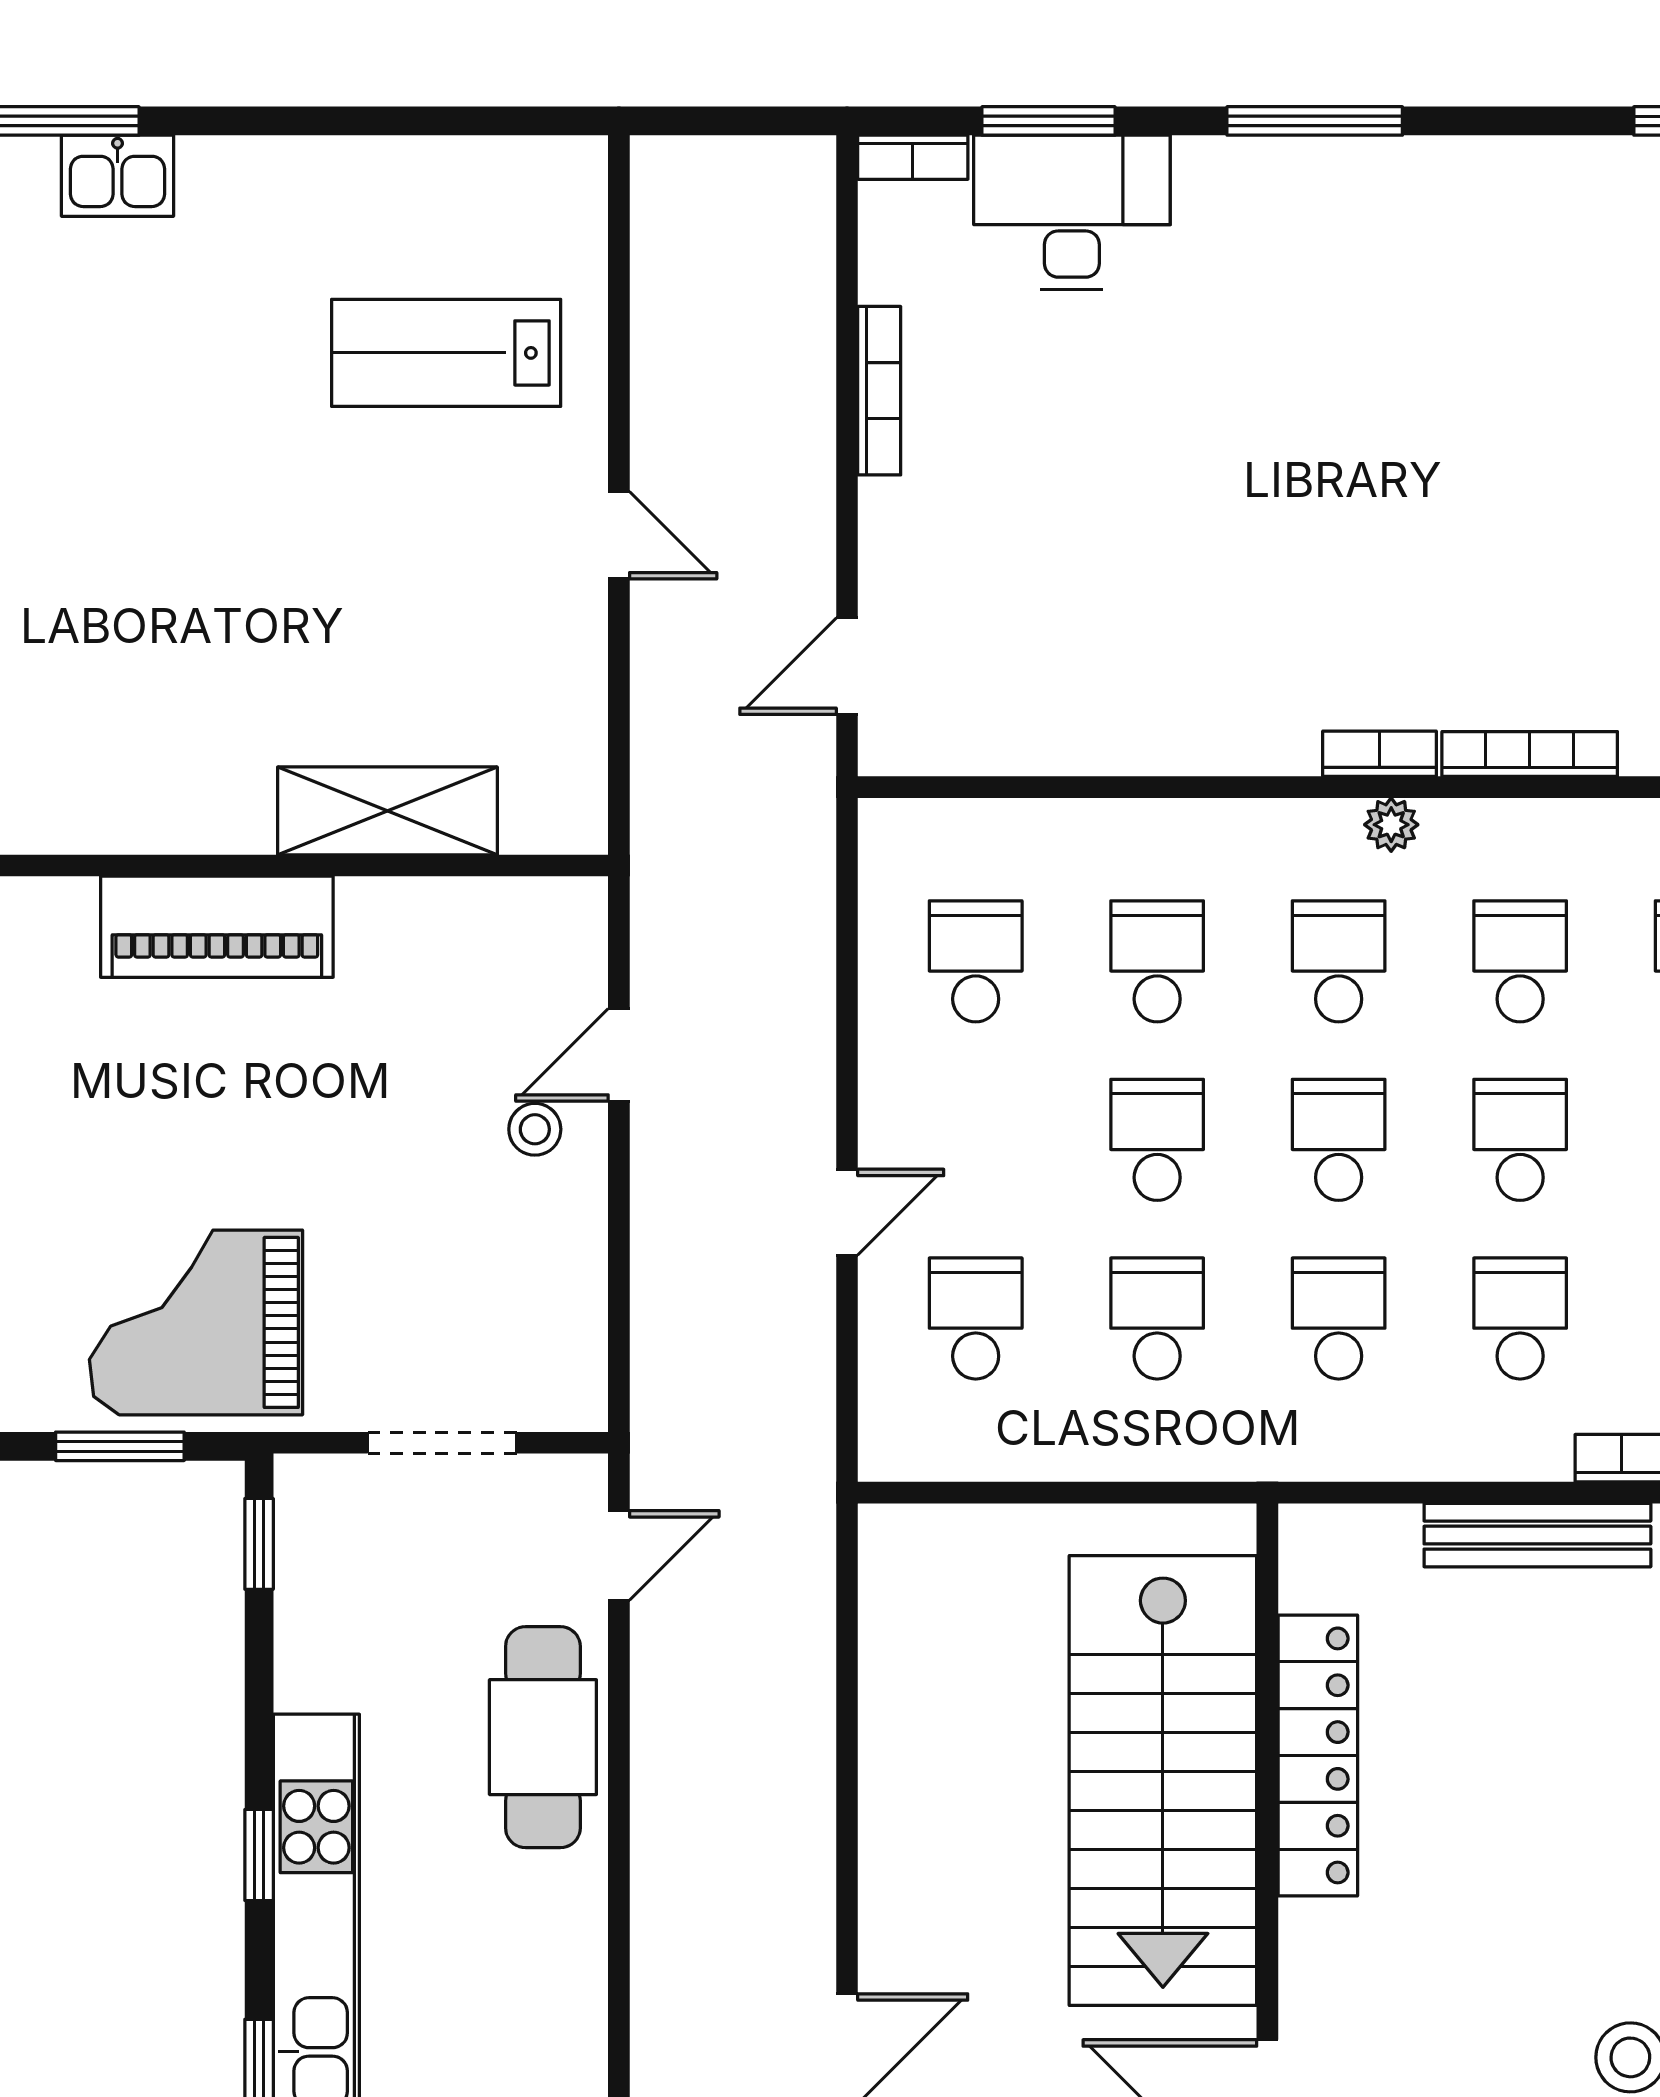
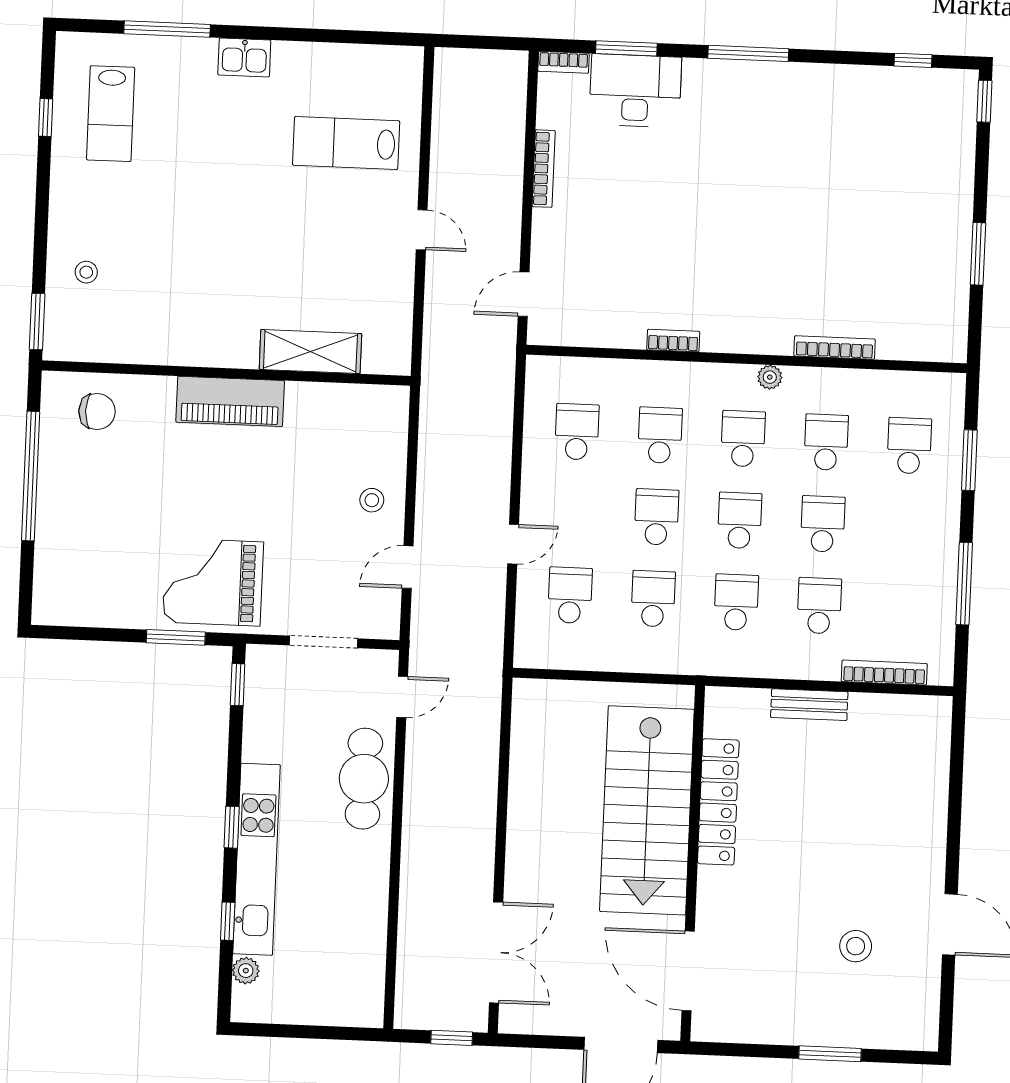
kitchen sink: (118, 176) -> (244, 57), moved
bookcase: (1379, 754) -> (673, 341), moved
door: (619, 1055) -> (408, 567), moved
bench: (1537, 1535) -> (809, 705), width x0.73

